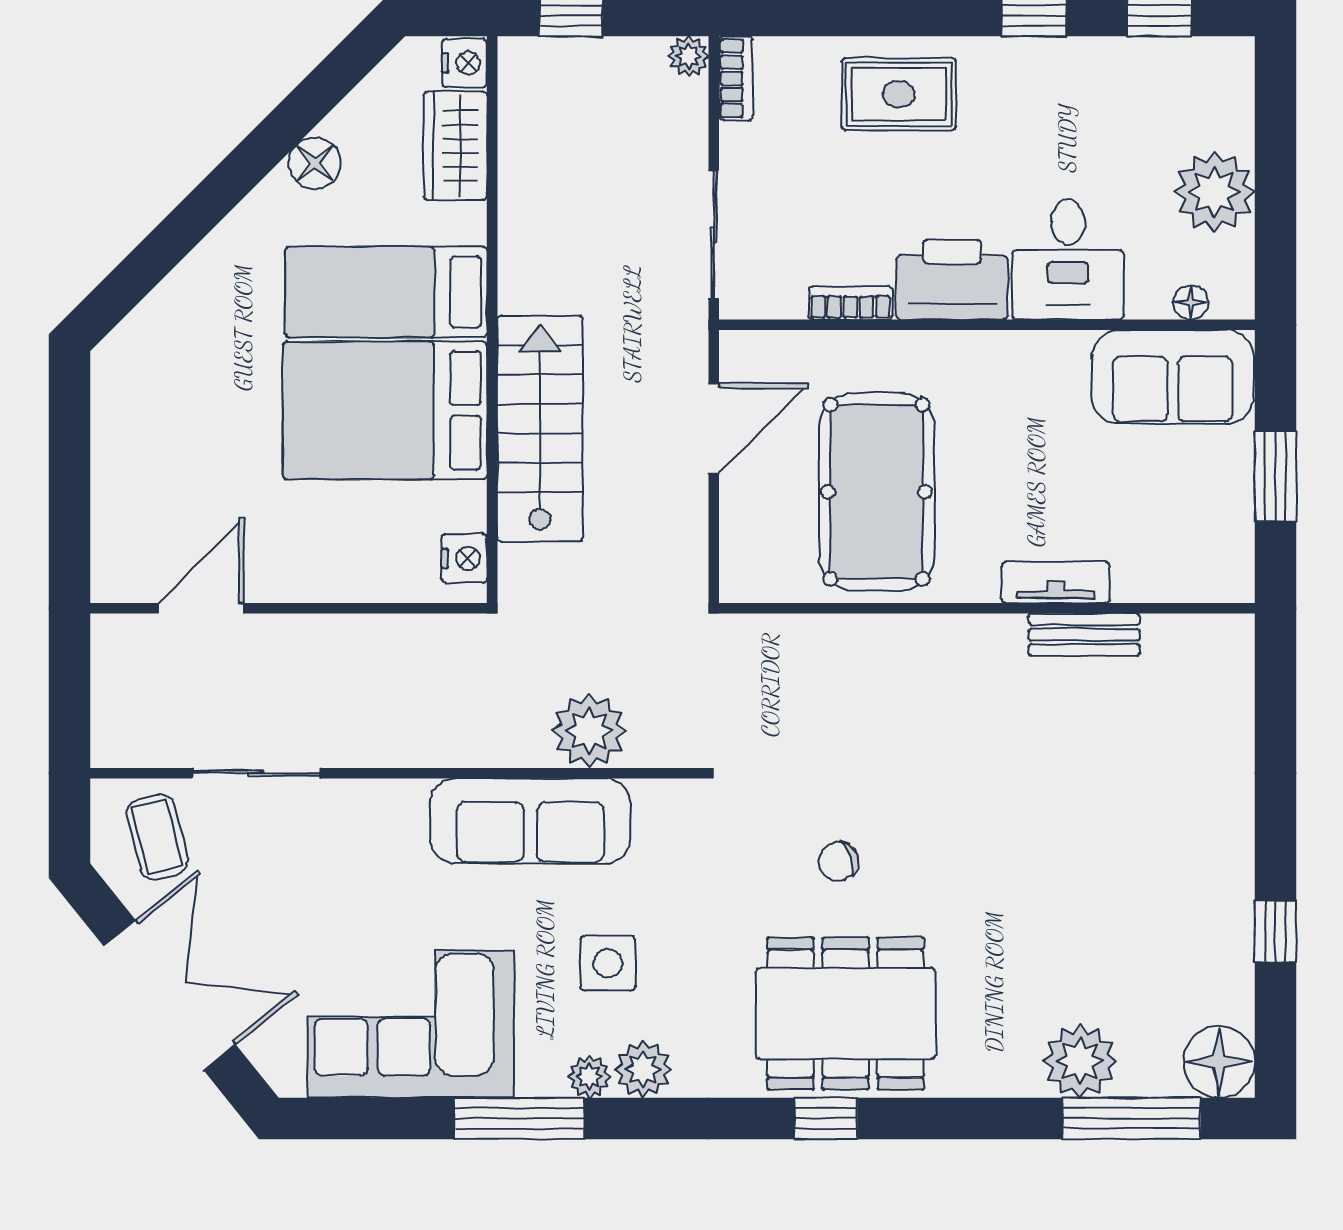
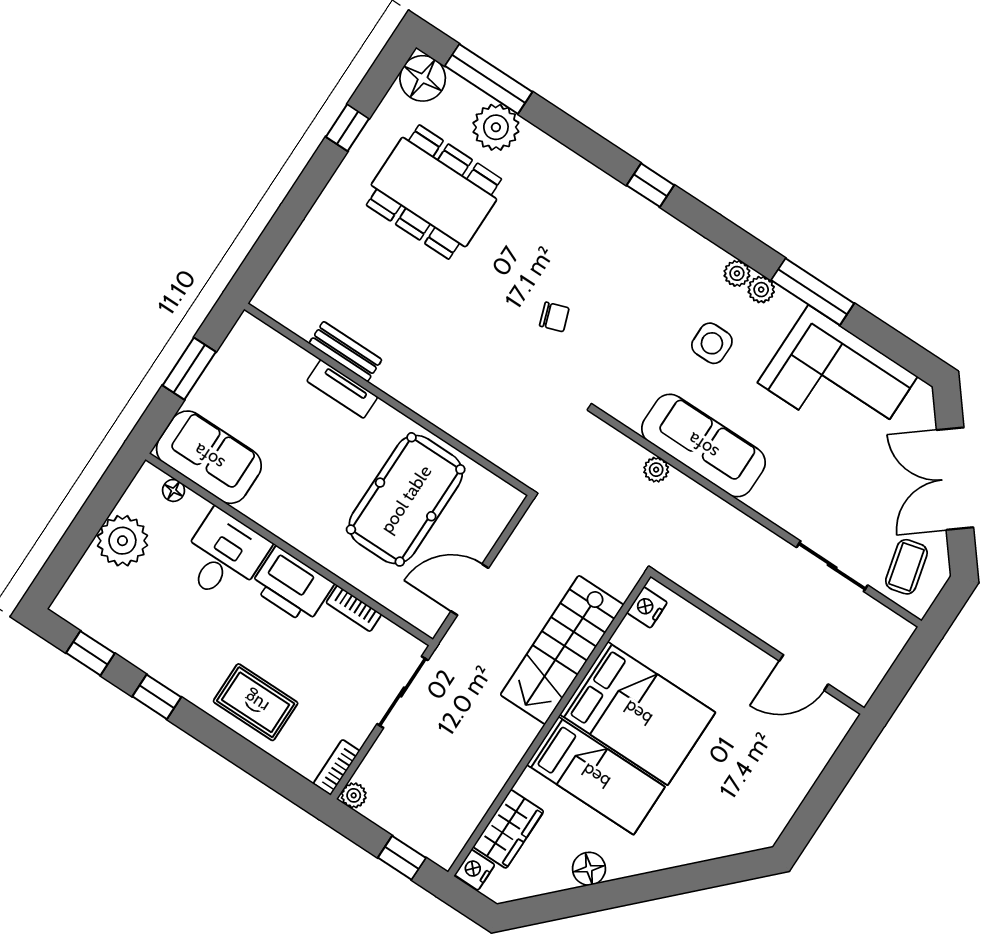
plant: (589, 731) -> (656, 470), width x0.53, depth x0.53
dining table: (846, 1014) -> (434, 192), moved
plant: (643, 1069) -> (737, 273), width x0.73, depth x0.73

